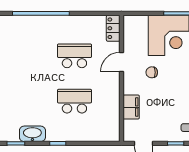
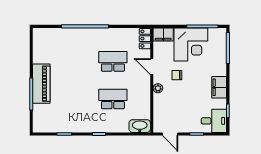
door: (121, 62) -> (152, 67), hinge flipped
plant: (129, 88) -> (158, 88), added
filing cabinet: (131, 107) -> (163, 34), moved, turned 90
washbasin: (32, 134) -> (140, 126), moved

